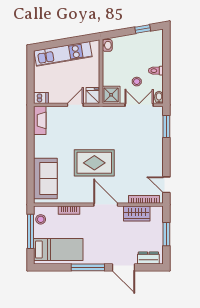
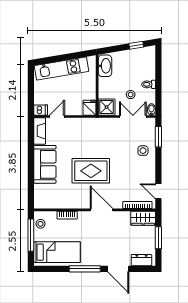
washbasin: (107, 45) -> (105, 66), width x1.91, depth x1.45
door: (75, 105) -> (57, 116), moved
side table: (150, 141) -> (143, 151), added
sofa: (45, 179) -> (45, 164), moved
wardrobe: (137, 213) -> (143, 218), moved

